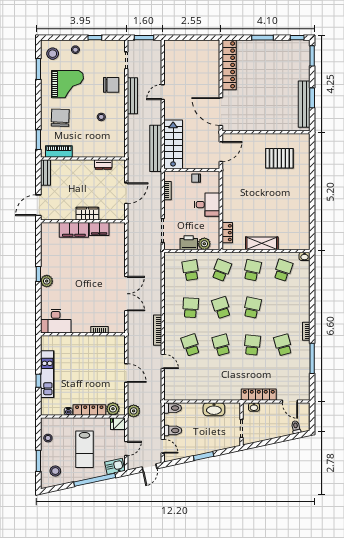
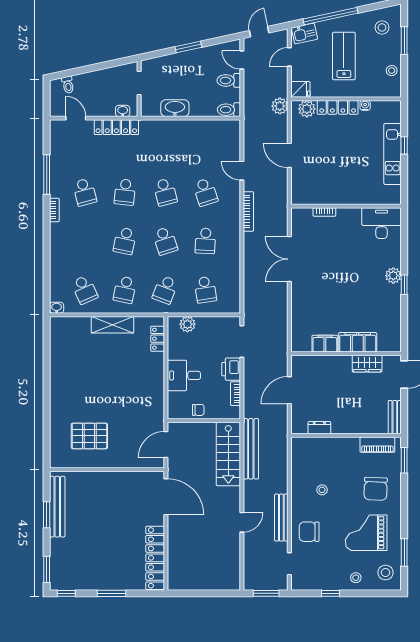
wardrobe: (87, 214) -> (367, 364), moved
printer: (189, 243) -> (231, 369), moved, turned 90
school desk: (283, 270) -> (85, 290), turned -42

